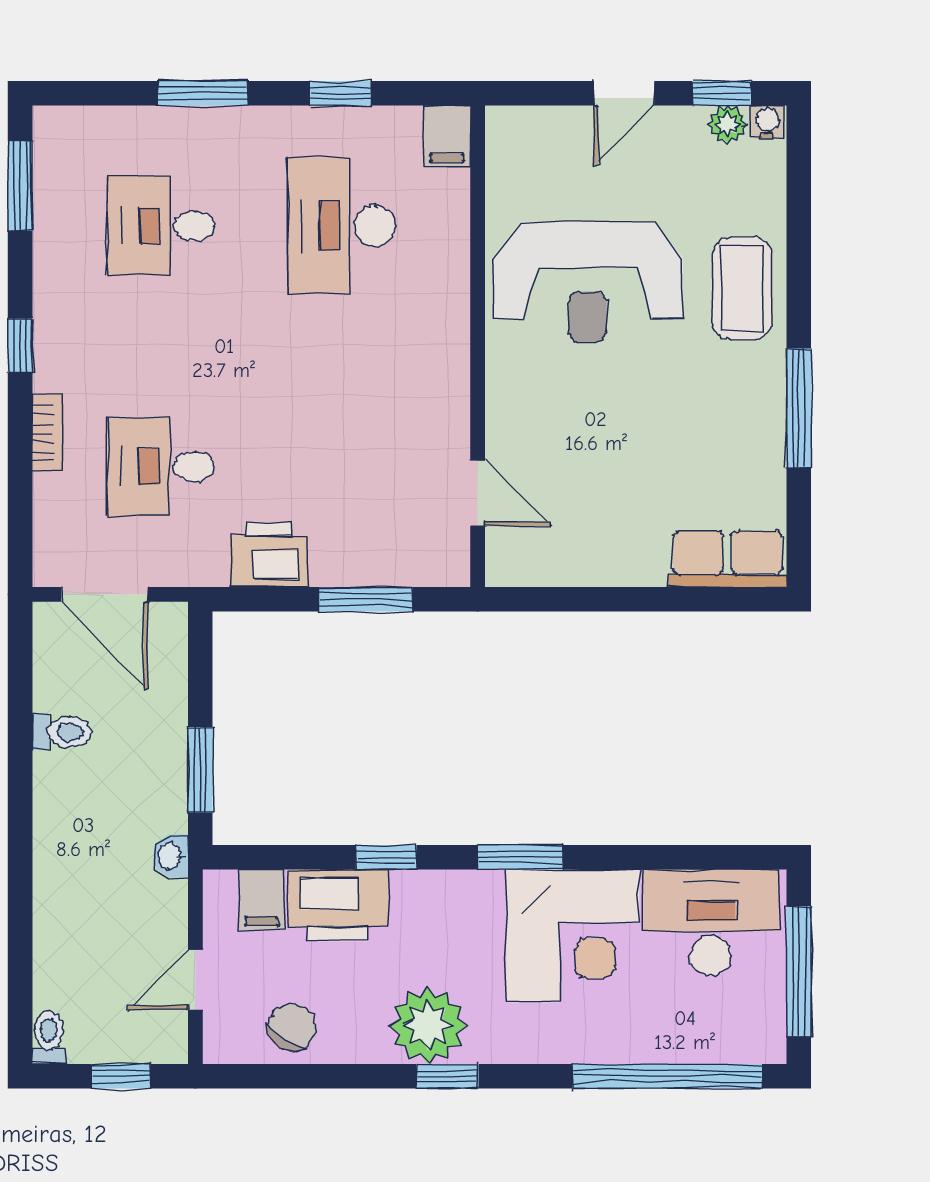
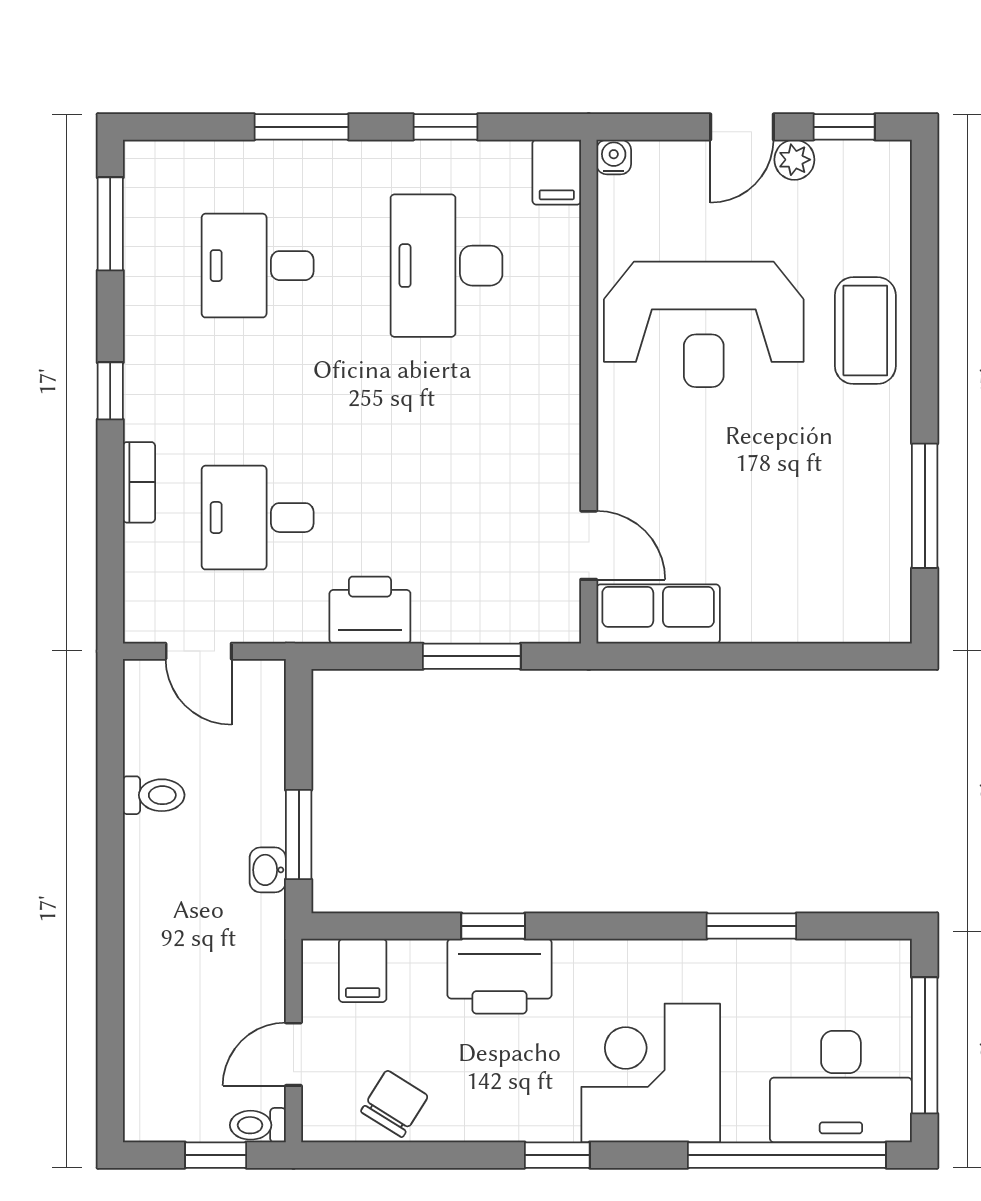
water cooler: (767, 122) -> (614, 157), moved
plant: (728, 125) -> (794, 160), moved
window: (799, 408) -> (925, 506), moved
row of seats: (728, 559) -> (658, 614), moved
door: (105, 594) -> (199, 651), width x0.73
washbasin: (171, 856) -> (268, 870), moved
window: (520, 857) -> (751, 926), moved
printer: (338, 905) -> (500, 976), moved
desk: (711, 923) -> (841, 1087), moved, turned 180
corner desk: (573, 936) -> (651, 1073), moved, turned 180
plant: (428, 1025) -> (537, 1102), removed
toilet: (49, 1037) -> (258, 1125), moved, turned -90

